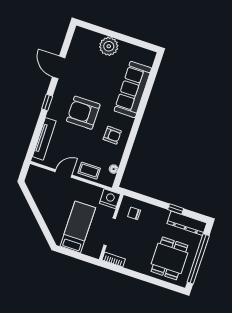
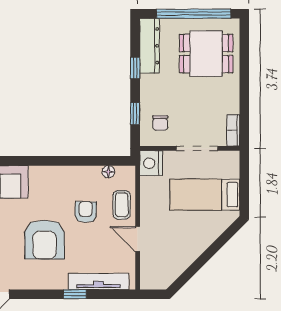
window: (47, 103) -> (75, 294), moved
armchair: (112, 135) -> (86, 212), moved
window: (146, 199) -> (135, 114), added

